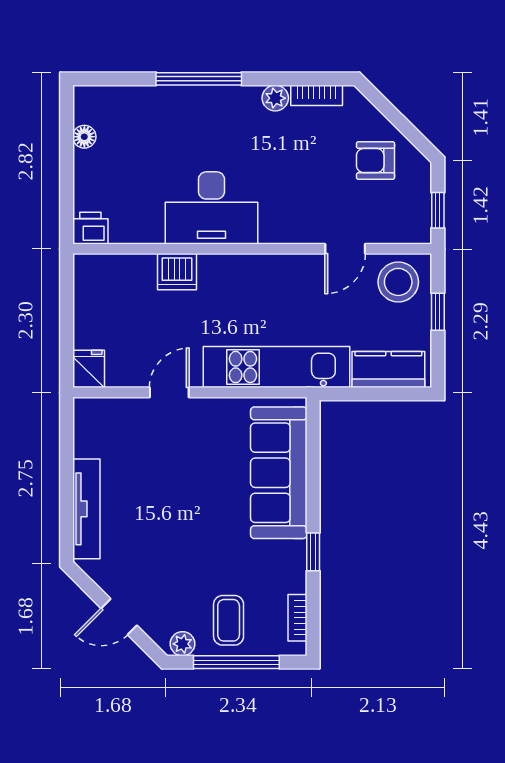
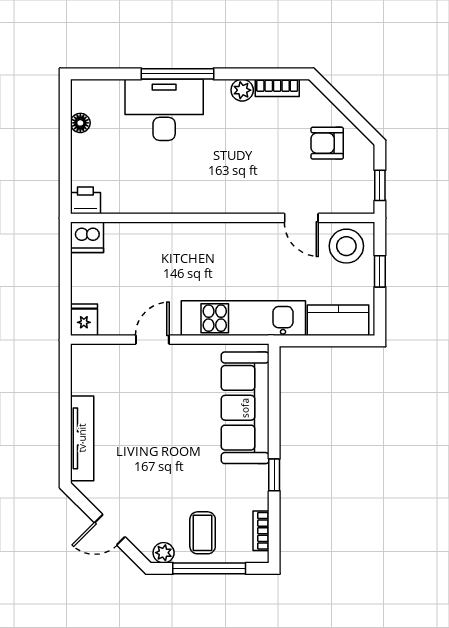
desk: (211, 208) -> (164, 110), moved, turned 180
door: (345, 249) -> (301, 218), hinge flipped
dishwasher: (177, 272) -> (87, 237), moved

